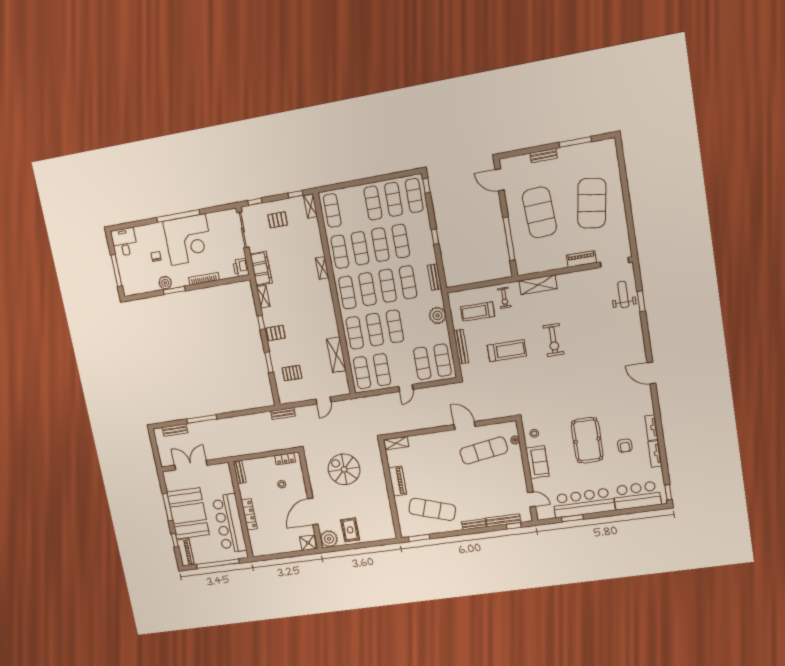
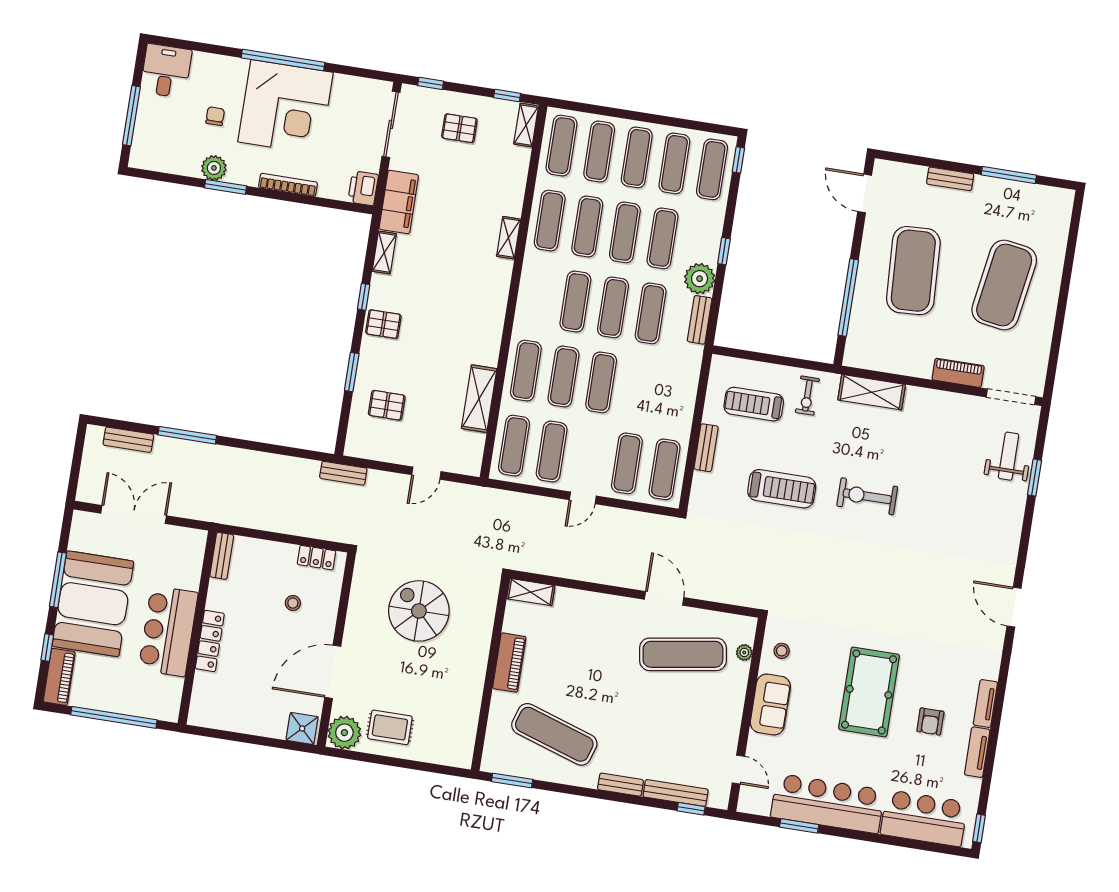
exercise mat: (347, 293) -> (599, 152), moved
plant: (437, 315) -> (700, 279), moved
exercise bike: (553, 340) -> (867, 496), turned 90
bench: (461, 347) -> (706, 448), width x0.73
bar counter: (229, 523) -> (168, 631), width x0.73
rug: (350, 530) -> (390, 727), turned 90

